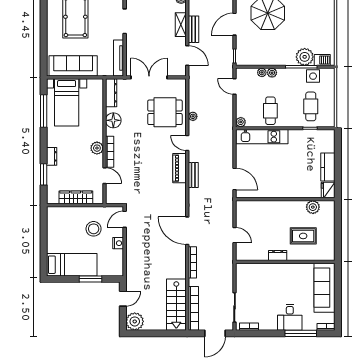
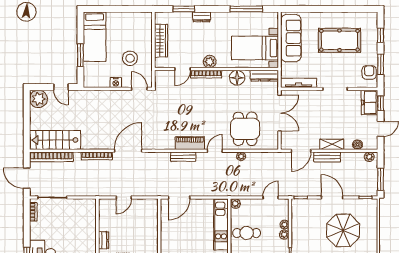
bed with nightstands: (67, 102) -> (255, 48), moved

